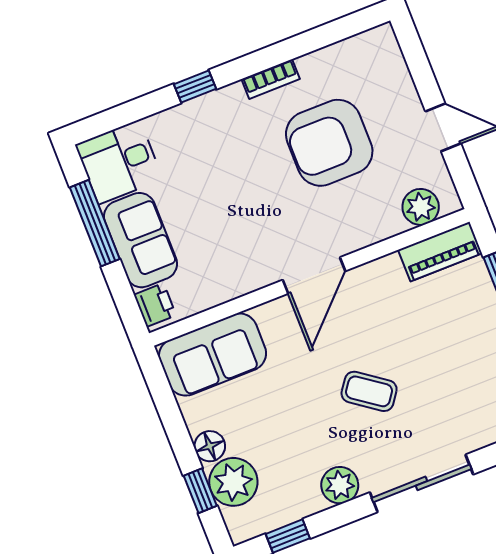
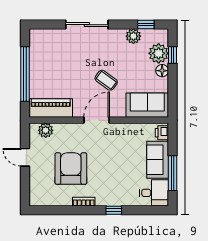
armchair: (329, 143) -> (71, 169), turned -90
piano: (440, 252) -> (51, 108), width x1.37, depth x1.33
coffee table: (369, 391) -> (106, 80), moved
plant: (340, 485) -> (133, 36), moved

